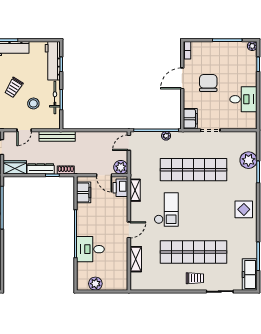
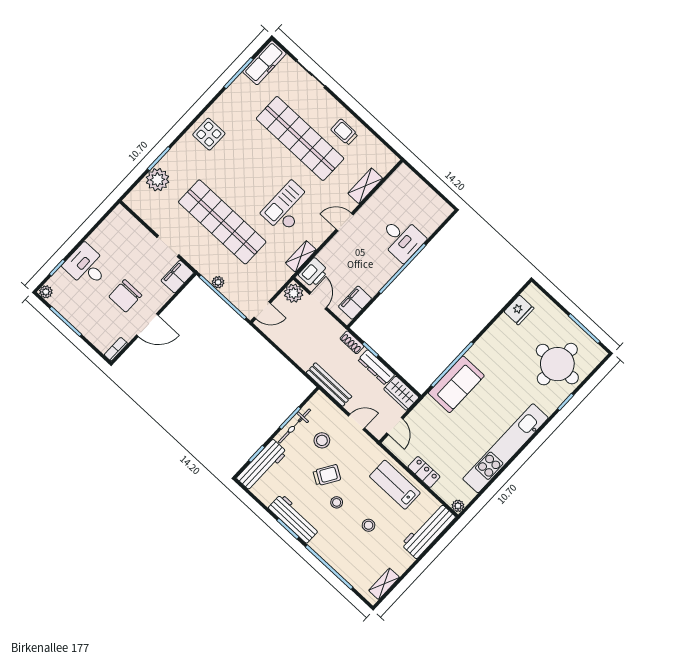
desk: (243, 99) -> (86, 266), moved
trolley: (195, 278) -> (344, 132), moved
plant: (95, 284) -> (429, 199), removed

